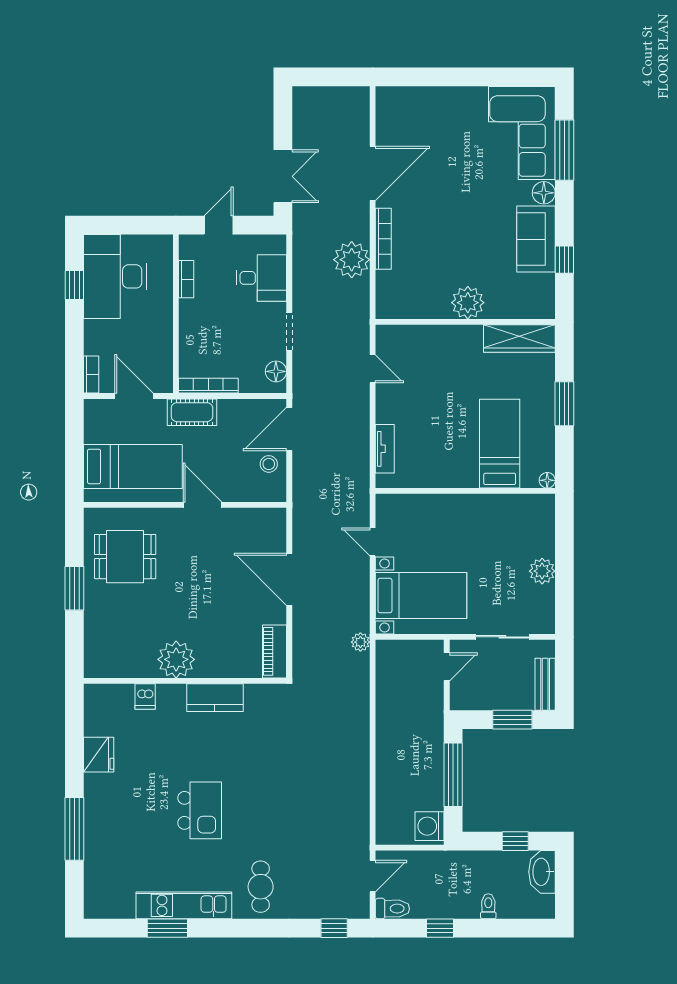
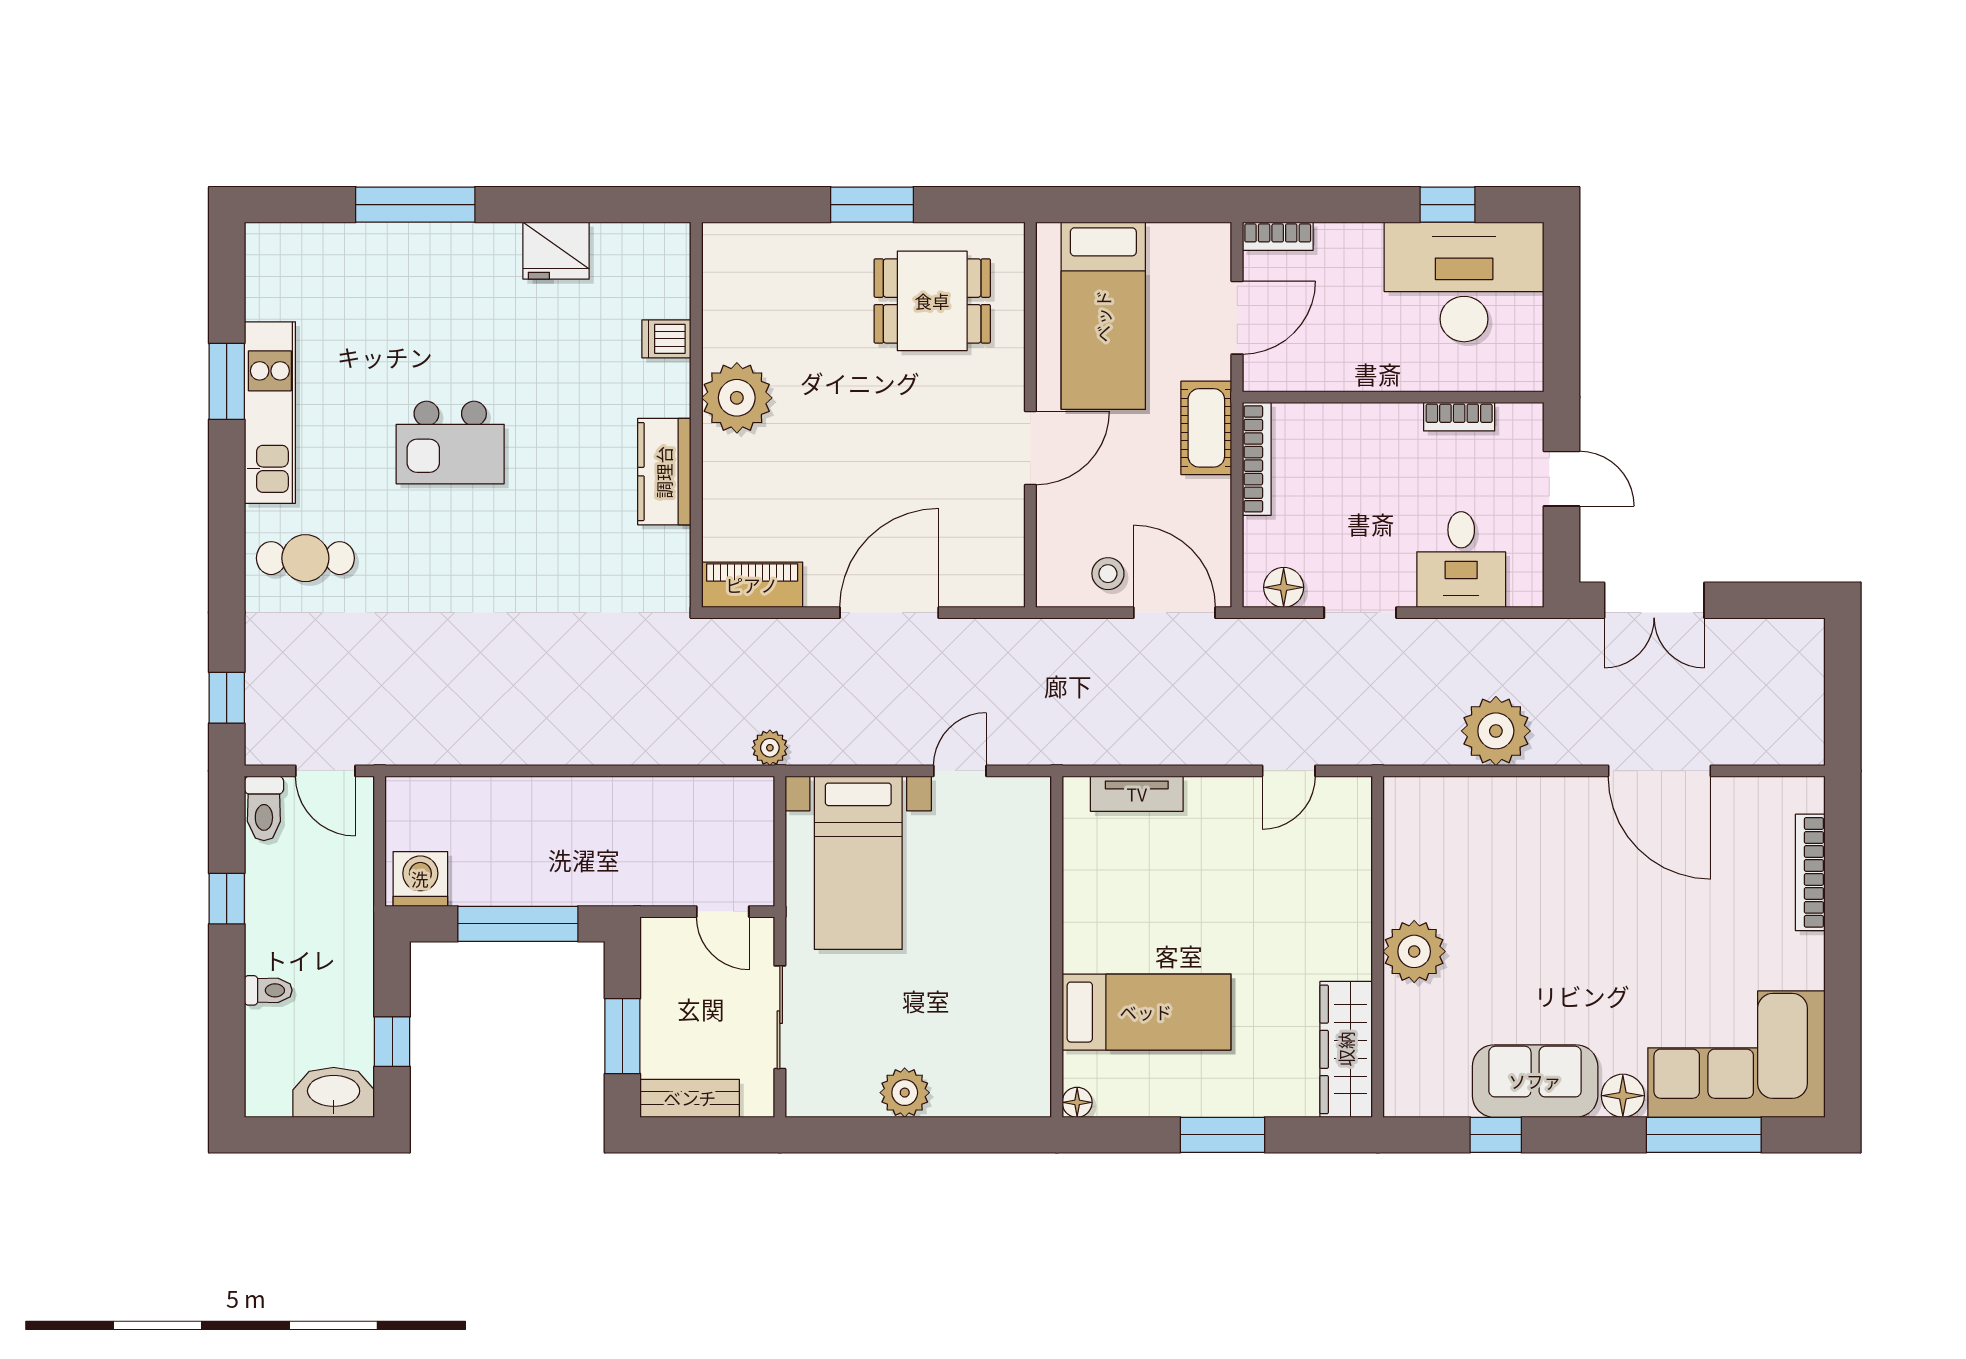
bookcase: (383, 239) -> (1810, 872), moved, turned 90
dining table: (125, 557) -> (932, 301), turned 90

